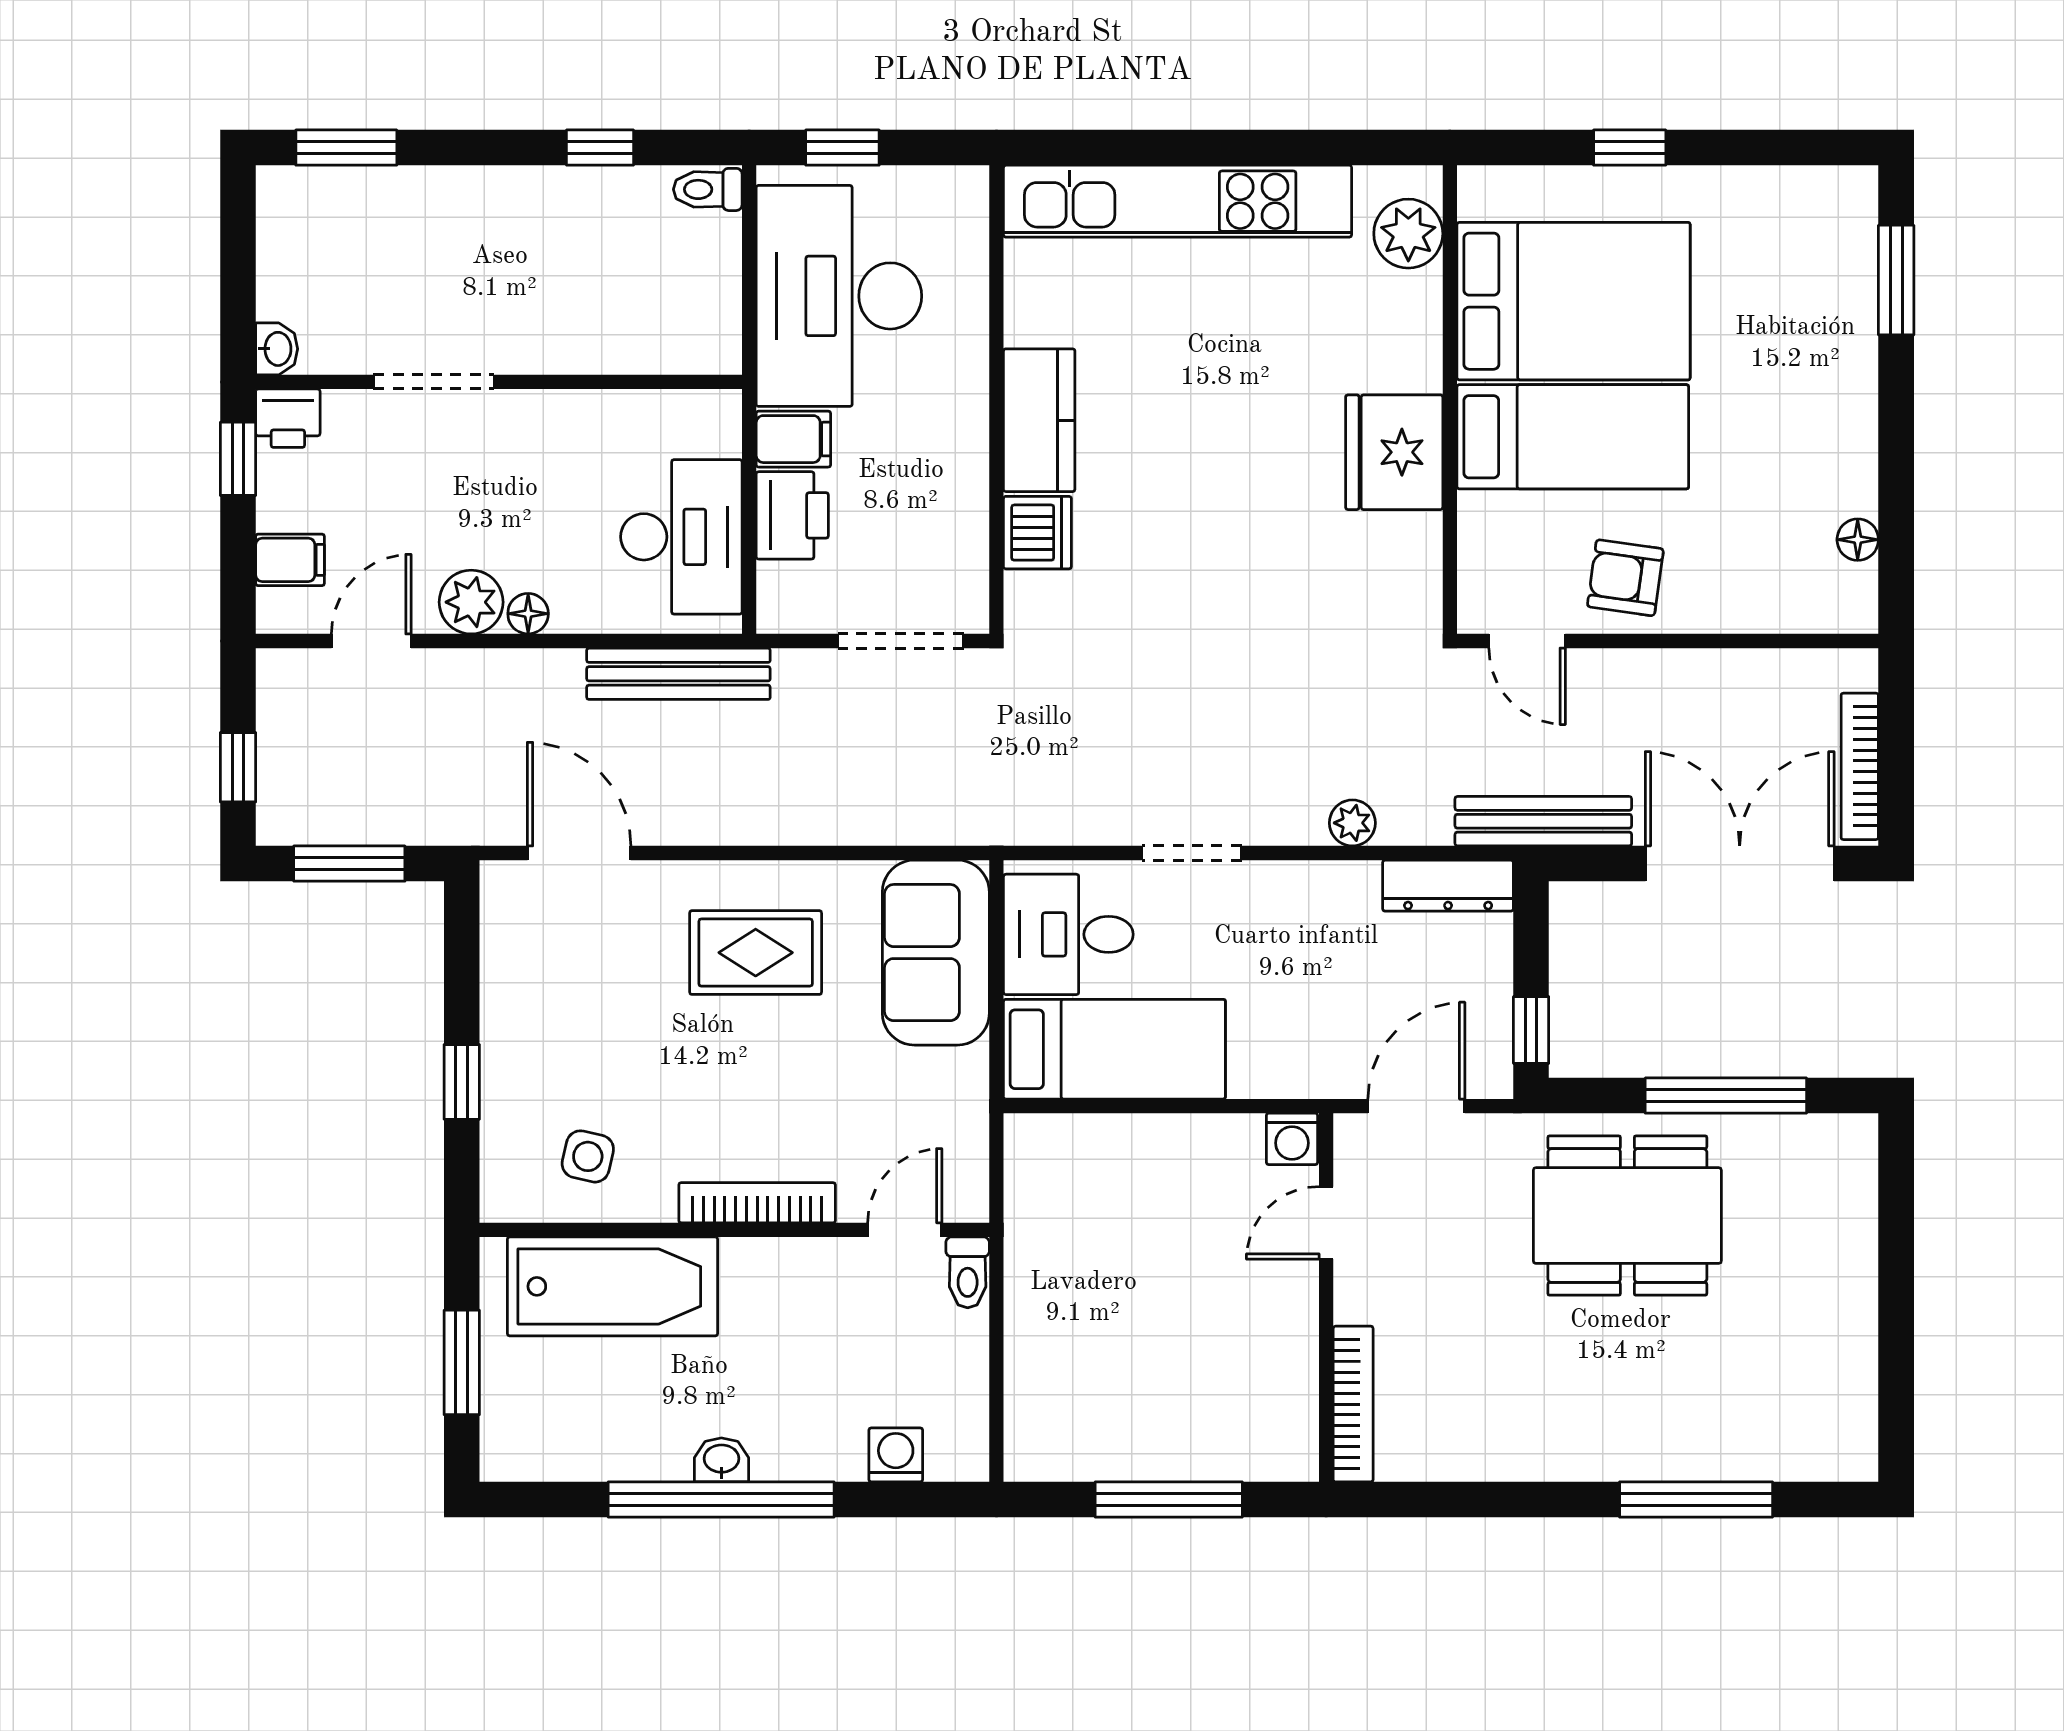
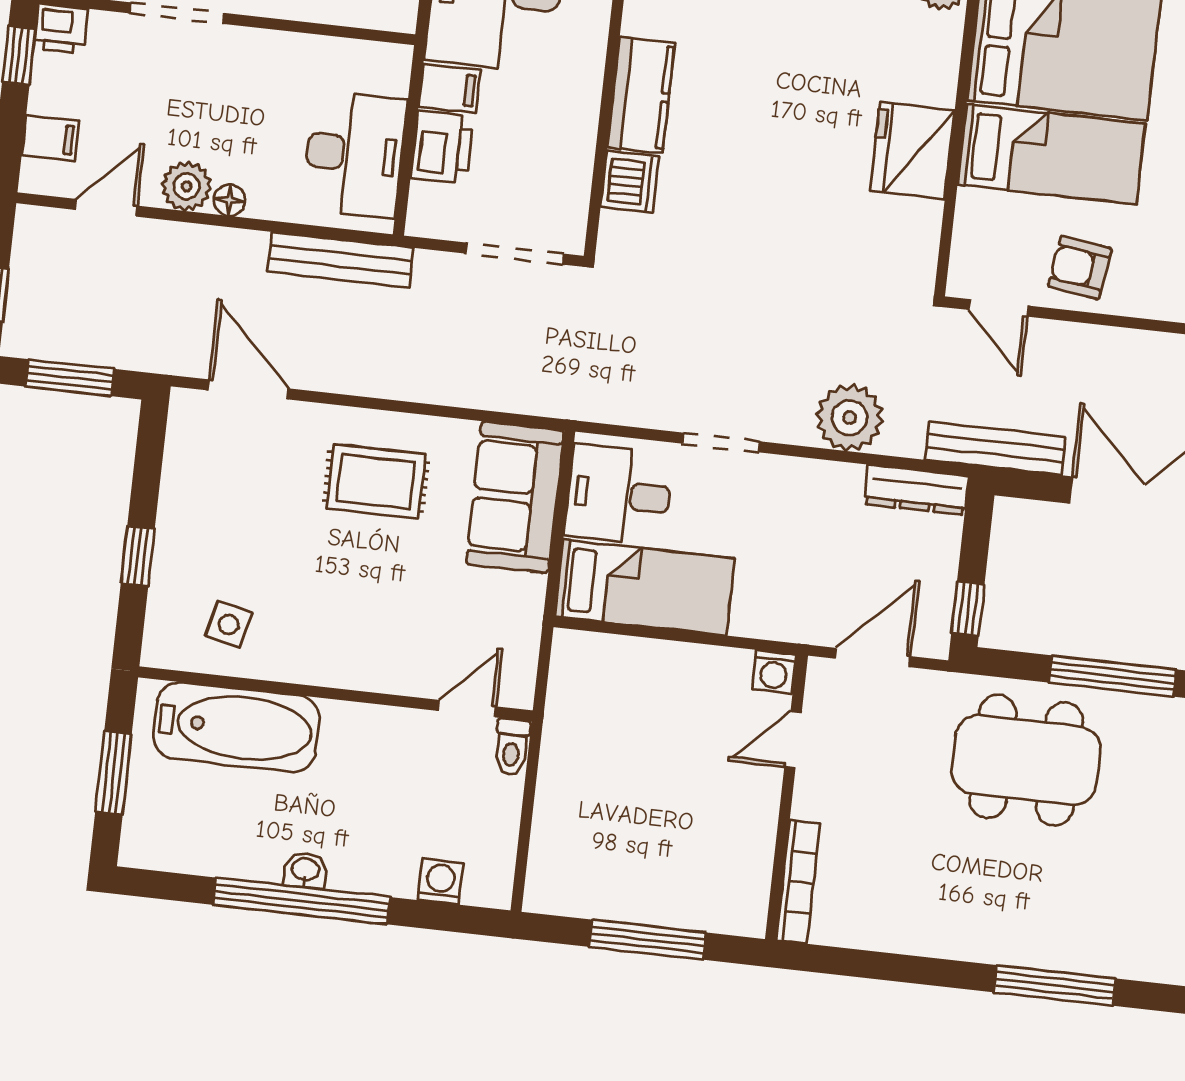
plant: (1352, 823) -> (850, 418), width x1.87, depth x1.87
bookcase: (757, 1203) -> (355, 675), removed

